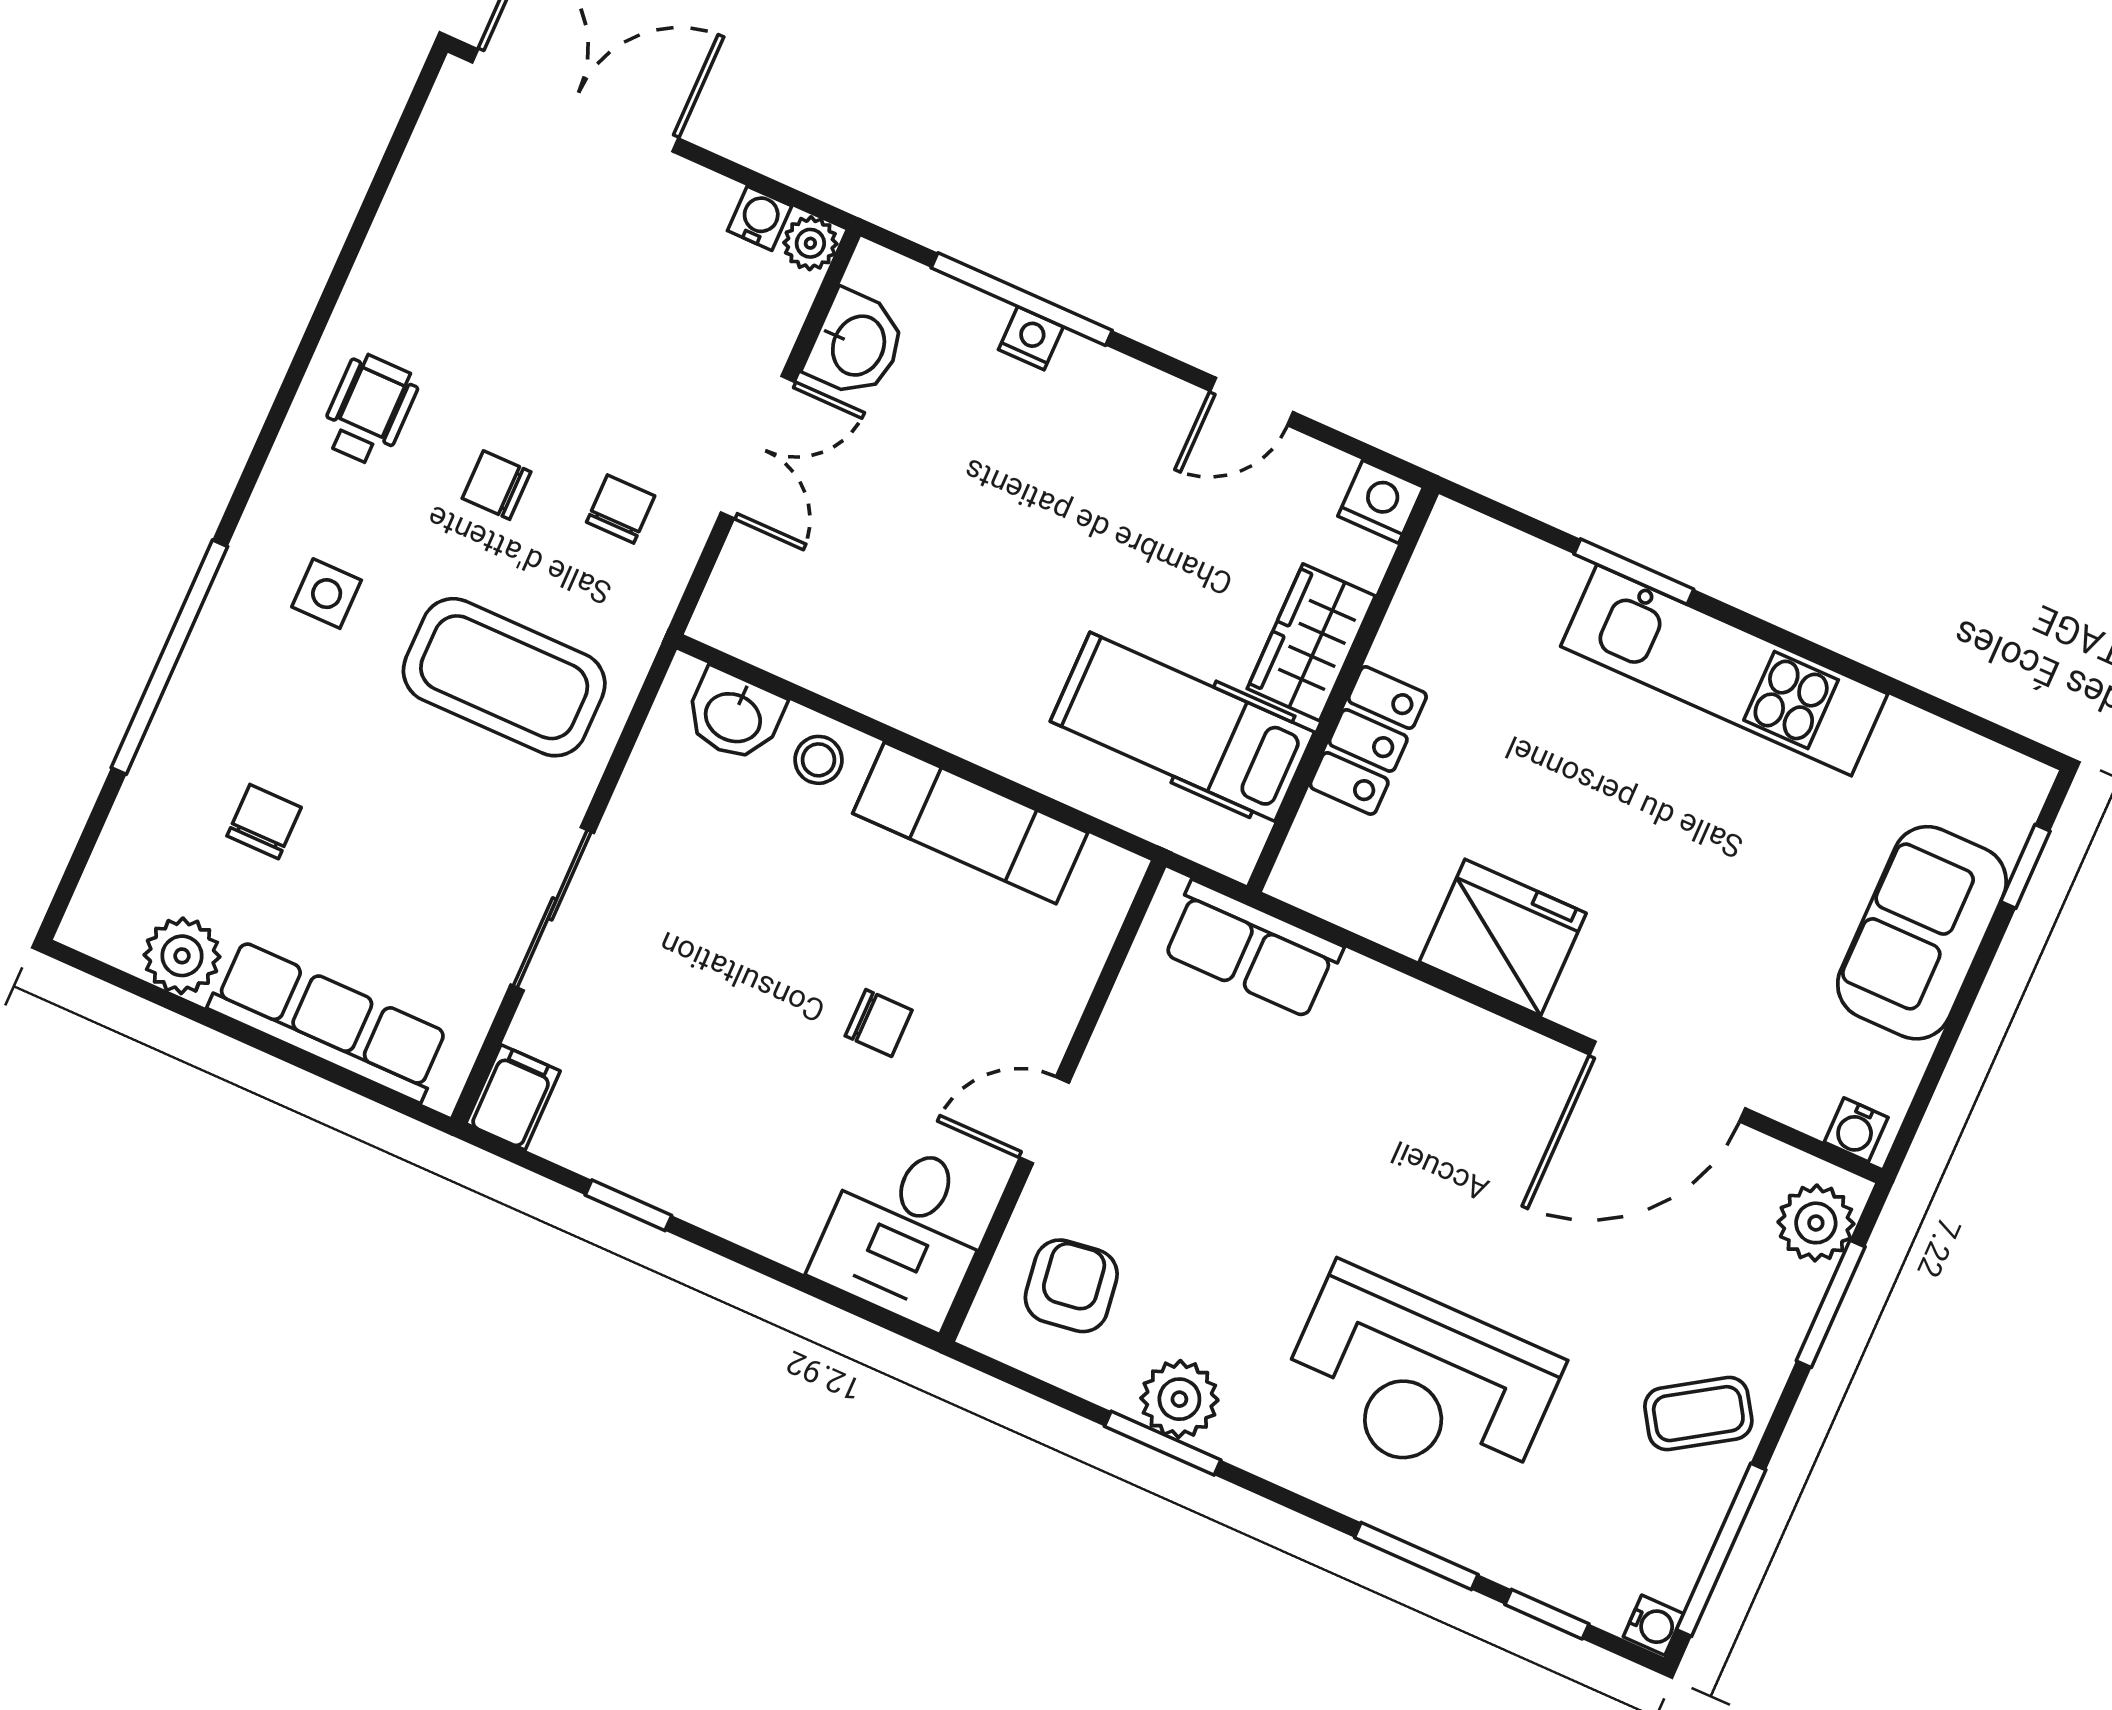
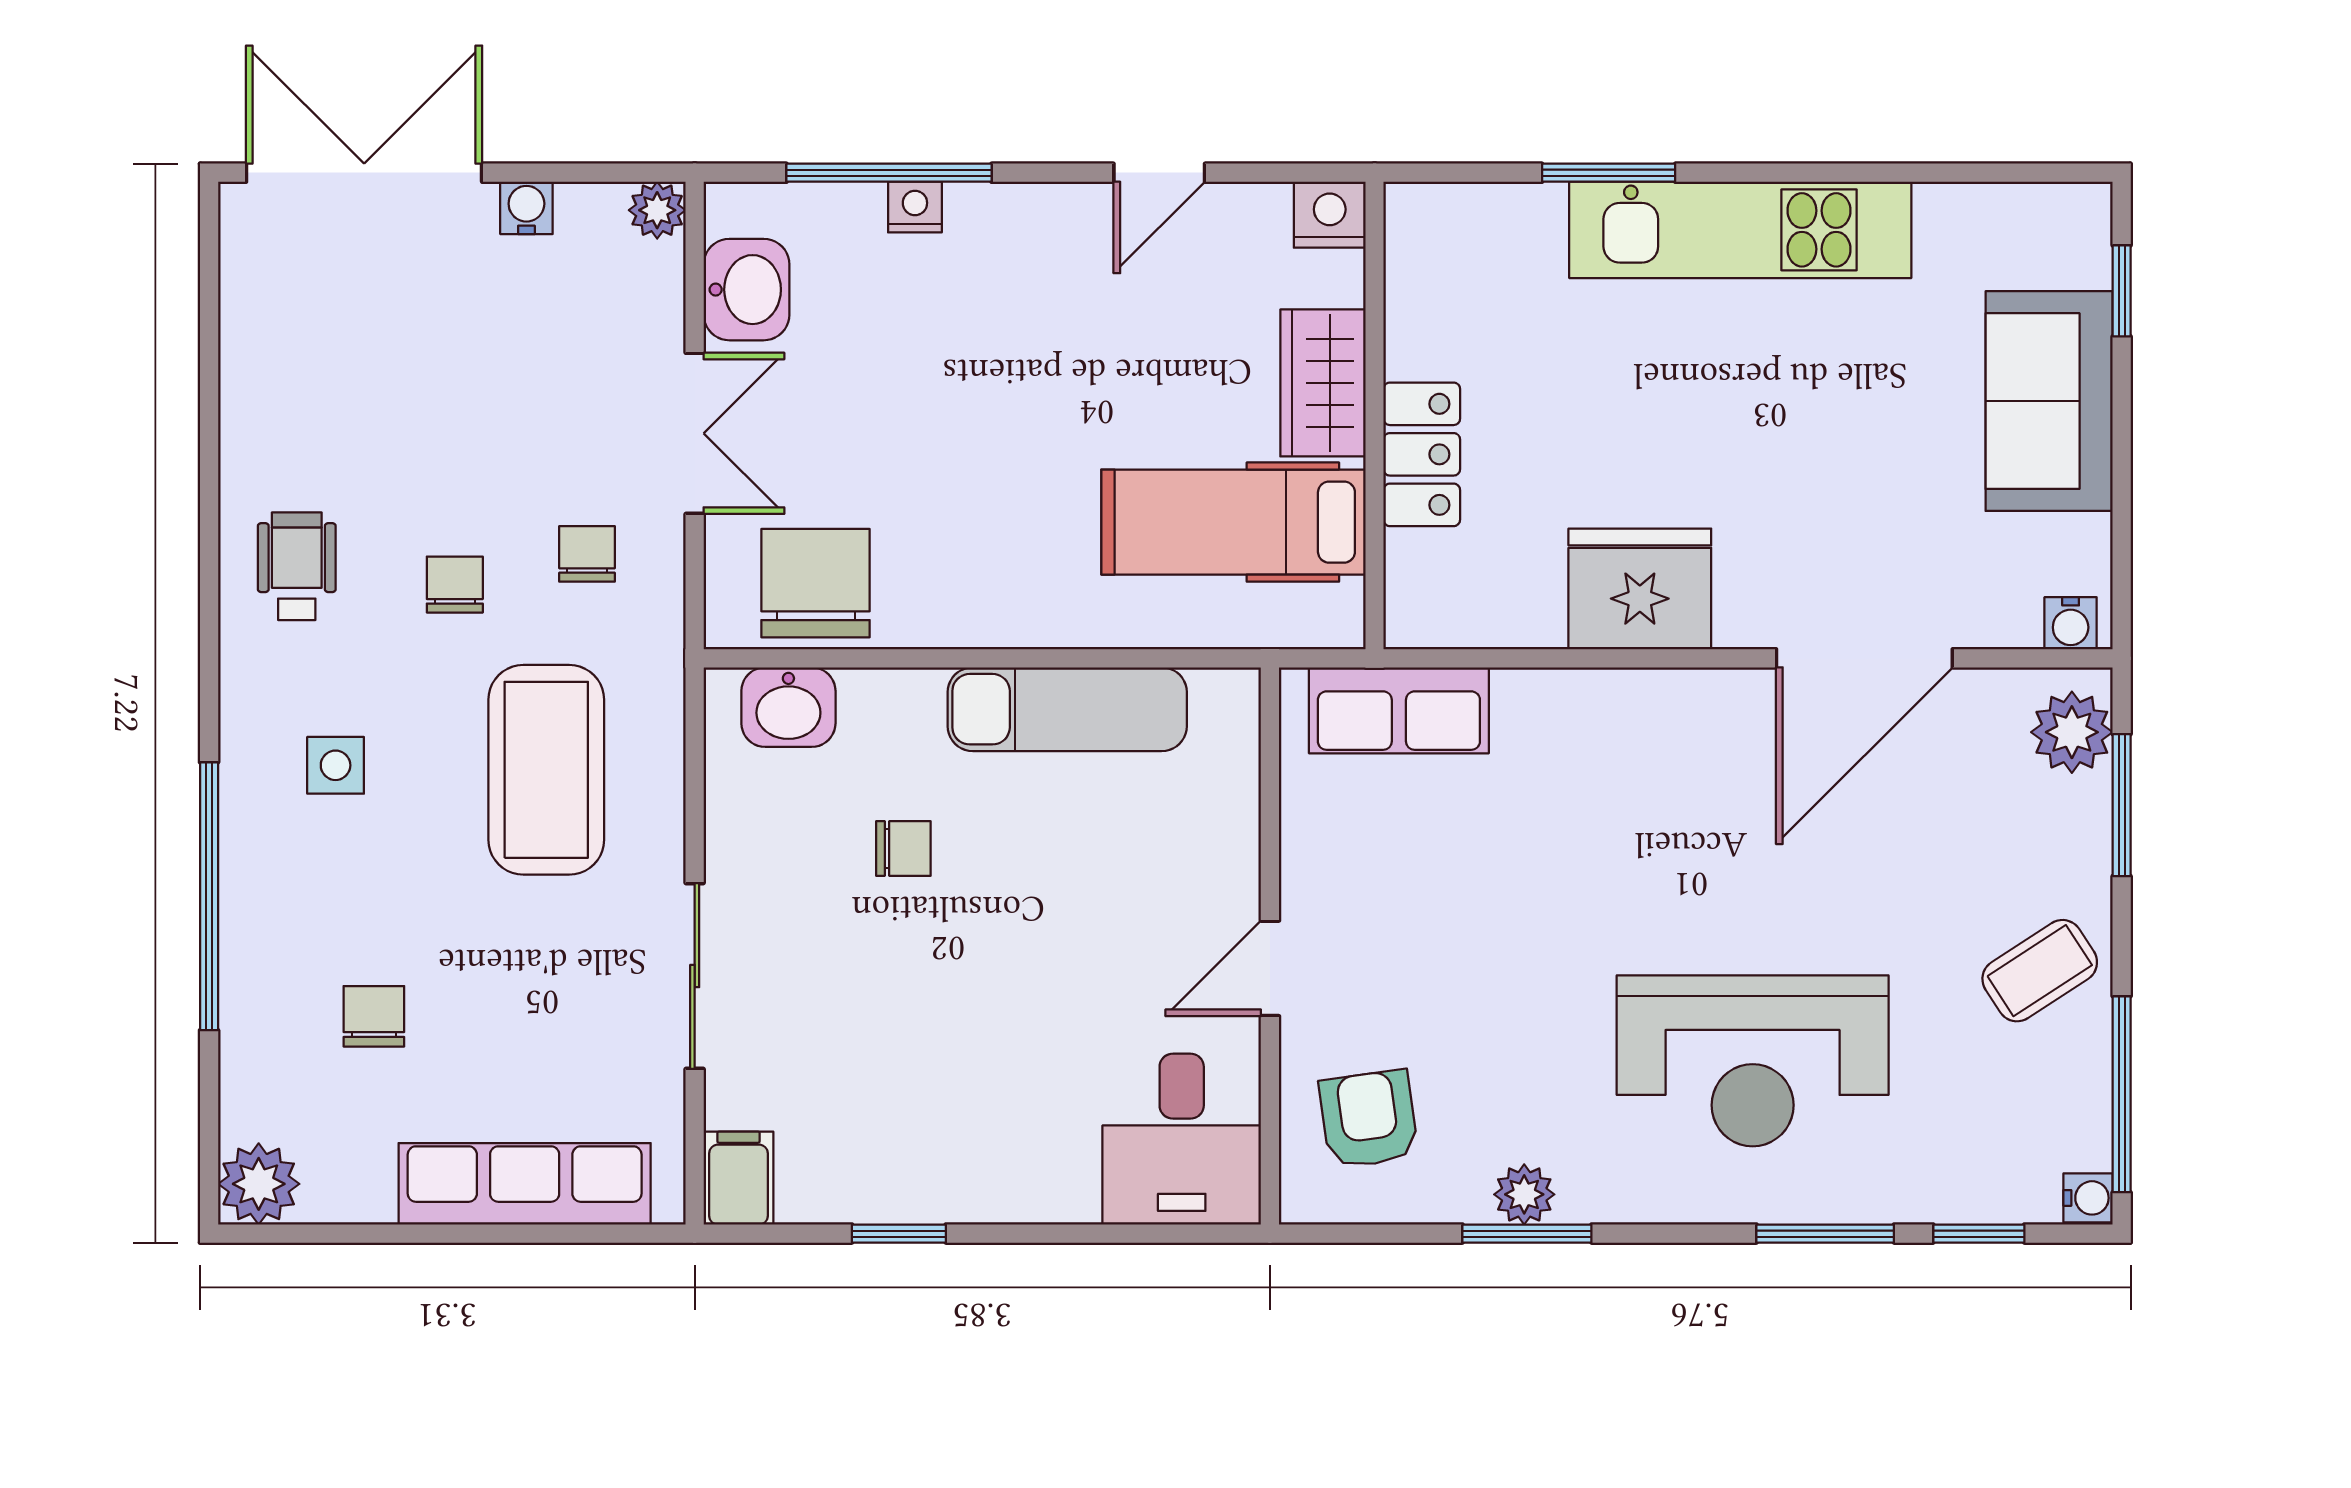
water cooler: (760, 218) -> (526, 208), moved
chair: (497, 485) -> (455, 585), turned 90
chair: (804, 620) -> (816, 583), added
coffee table: (504, 677) -> (546, 770), turned 90
stool: (819, 760) -> (891, 714), removed
plant: (182, 956) -> (259, 1184), moved
chair: (879, 1023) -> (903, 848), moved
plant: (1179, 1399) -> (1524, 1194), width x0.73, depth x0.73

